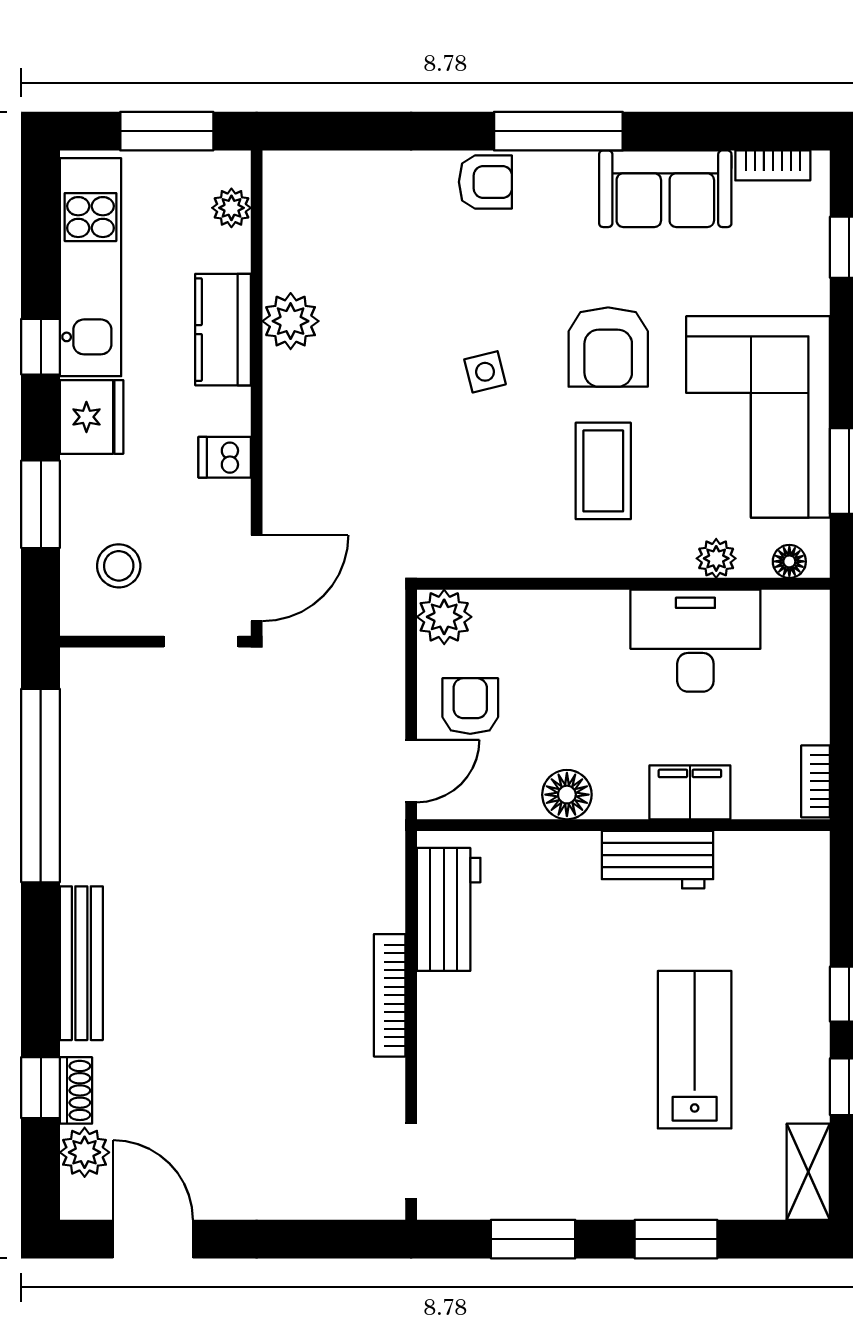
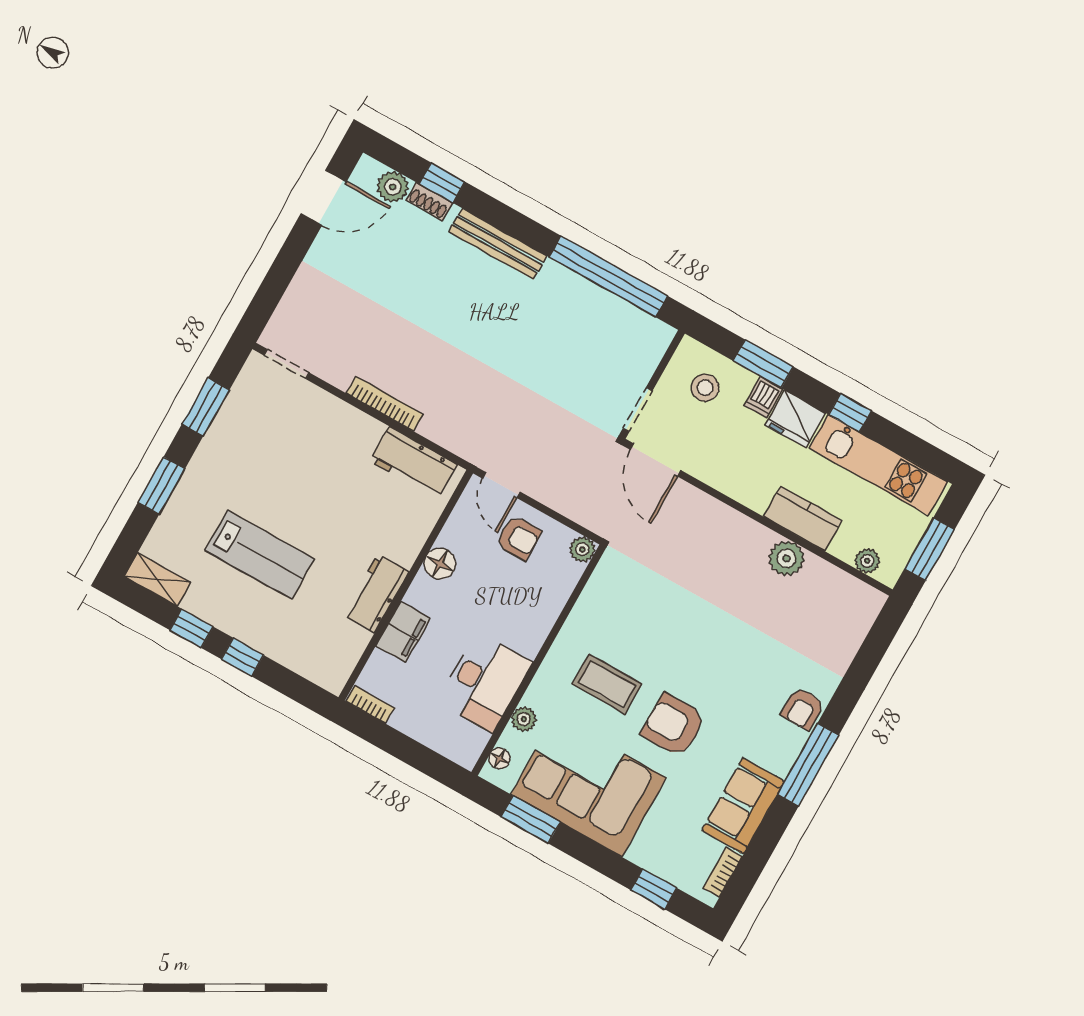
side table: (485, 372) -> (698, 650), removed
dishwasher: (225, 457) -> (764, 397), moved, turned 180
plant: (444, 617) -> (582, 549), width x0.73, depth x0.73

